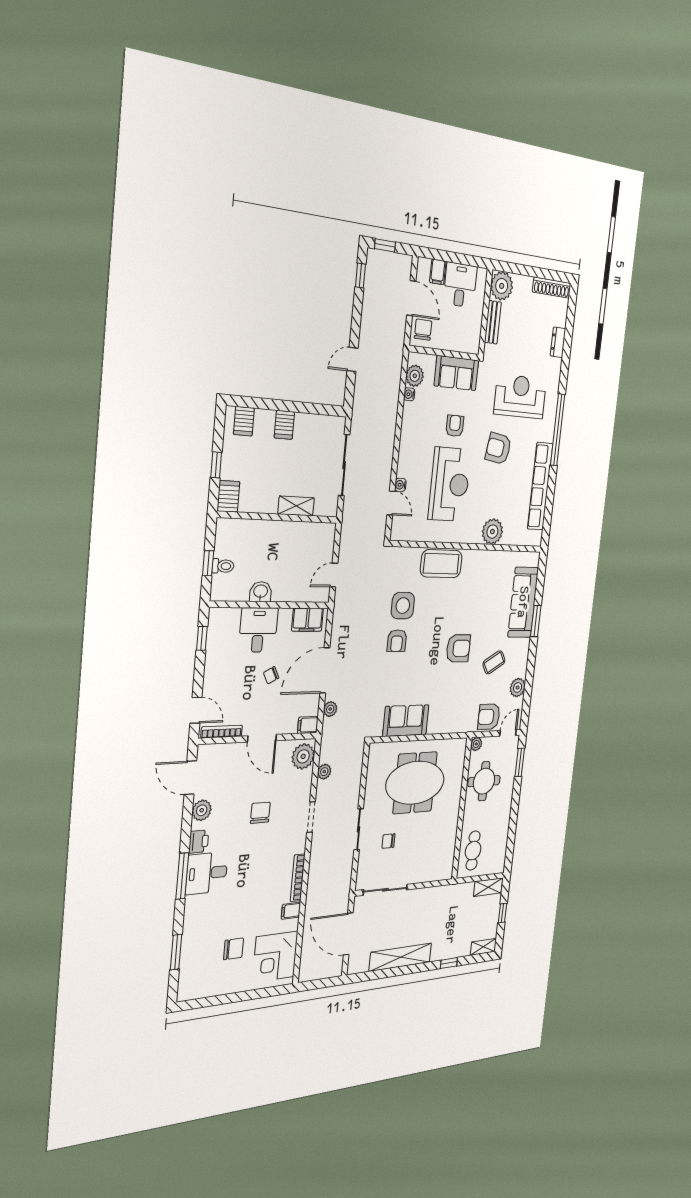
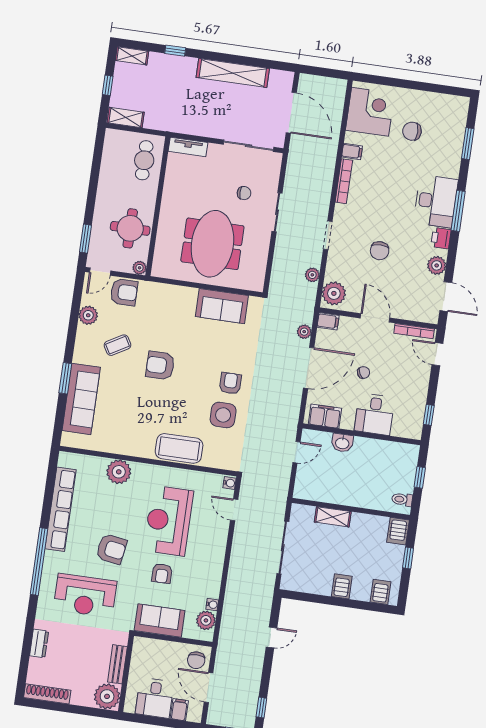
water cooler: (400, 485) -> (230, 483), moved
toilet: (223, 566) -> (402, 499), moved
washbasin: (261, 592) -> (342, 443), moved
meeting table: (415, 783) -> (212, 244), turned 90
desk: (207, 873) -> (436, 201), width x1.37
tv unit: (437, 874) -> (188, 147), added

